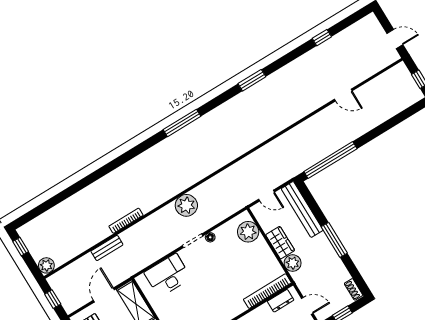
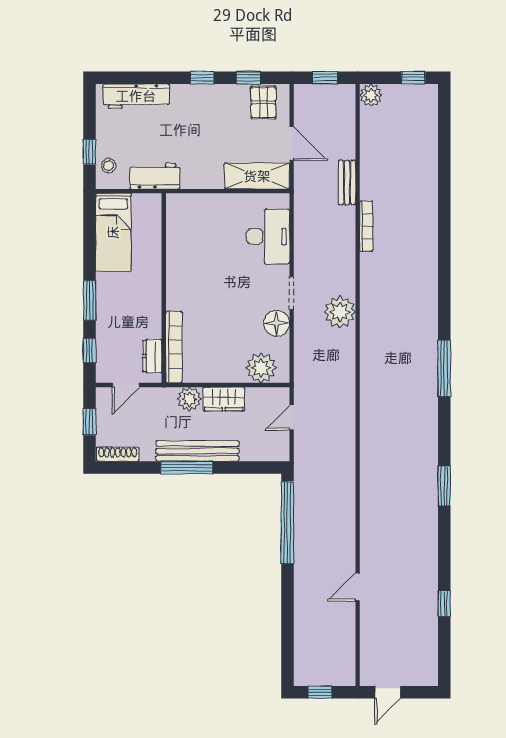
bench: (302, 209) -> (197, 451), moved
floor lamp: (210, 237) -> (277, 323), width x1.89, depth x1.89
shoe rack: (354, 289) -> (118, 454), width x1.43

